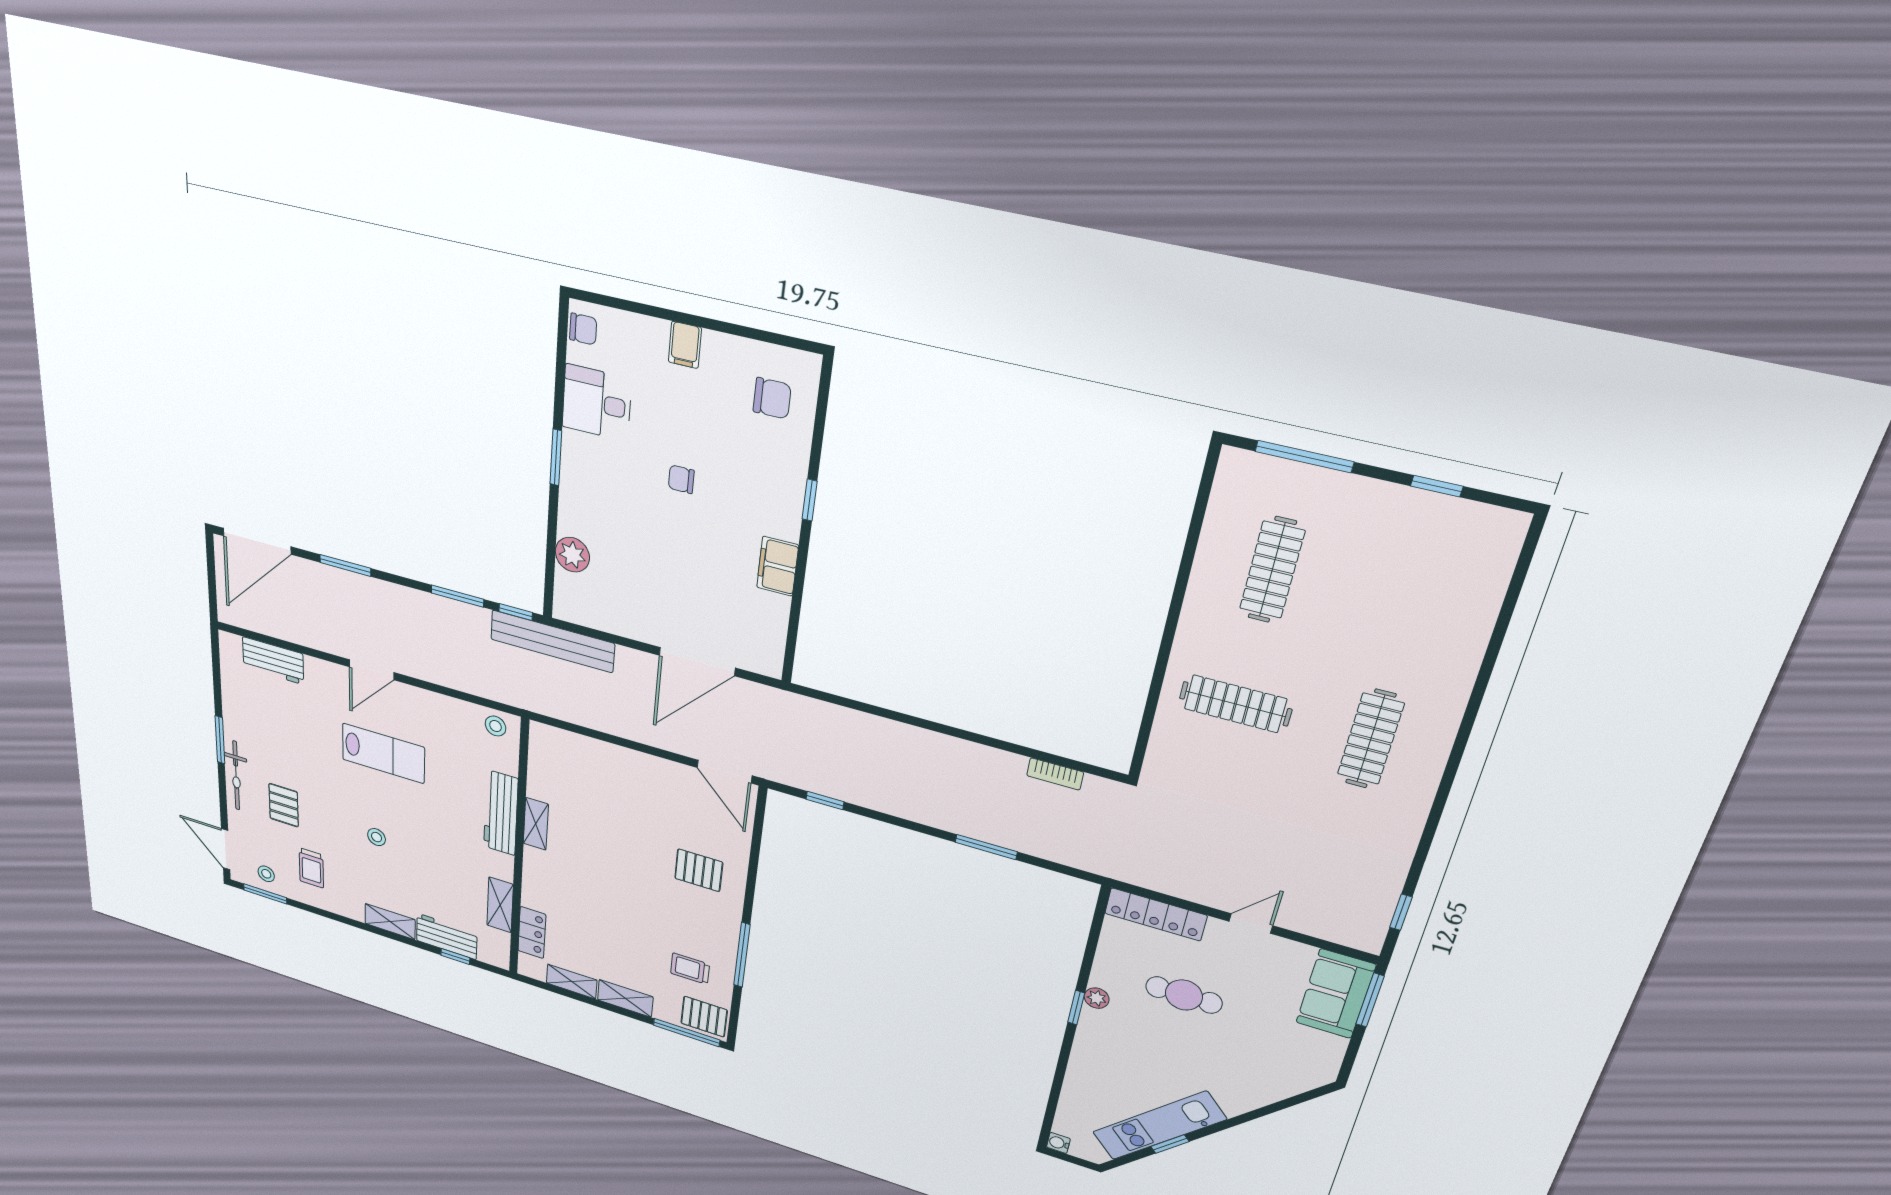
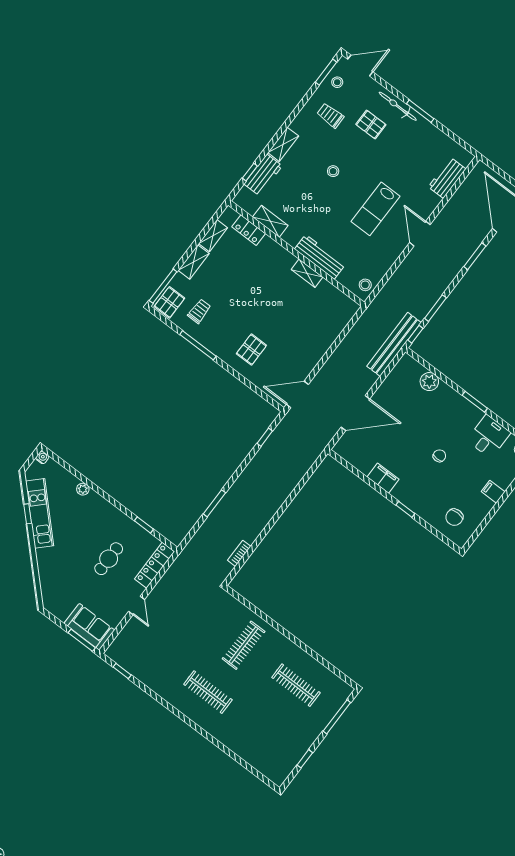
door: (697, 662) -> (355, 413), swing flipped
plant: (1097, 998) -> (83, 489), moved
window: (1076, 1008) -> (144, 525), moved

